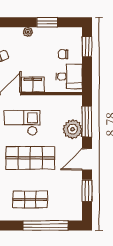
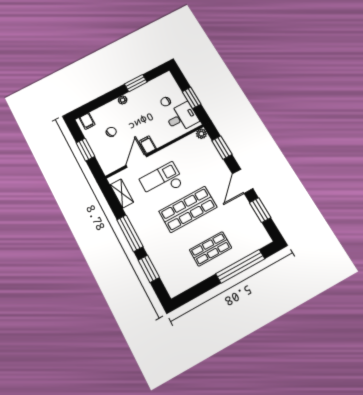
window: (87, 47) -> (192, 98), moved
filing cabinet: (33, 85) -> (148, 145), width x0.50
window: (87, 122) -> (222, 147), width x0.69
plant: (73, 129) -> (201, 134), moved, width x0.53, depth x0.53

